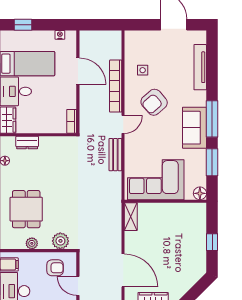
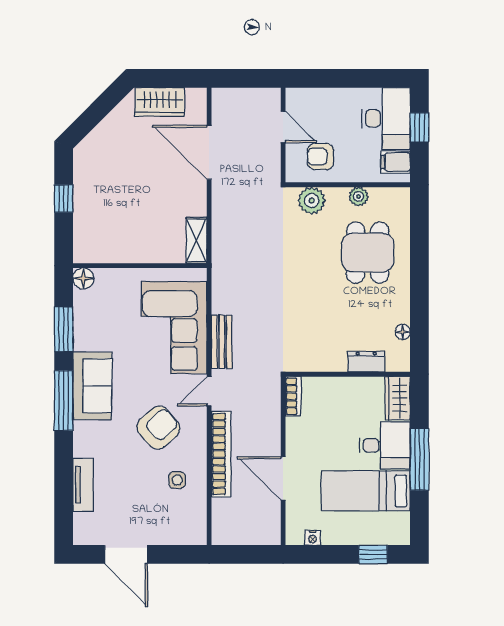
tv unit: (200, 67) -> (83, 485), width x0.71
corner sofa: (156, 180) -> (174, 328), moved, turned 90

